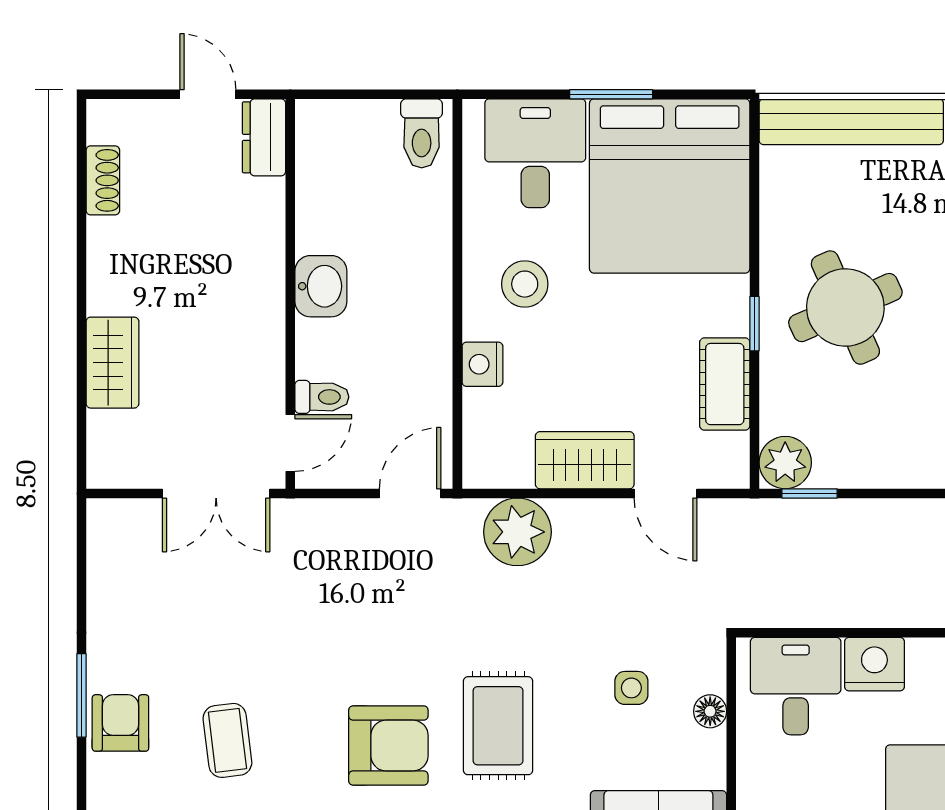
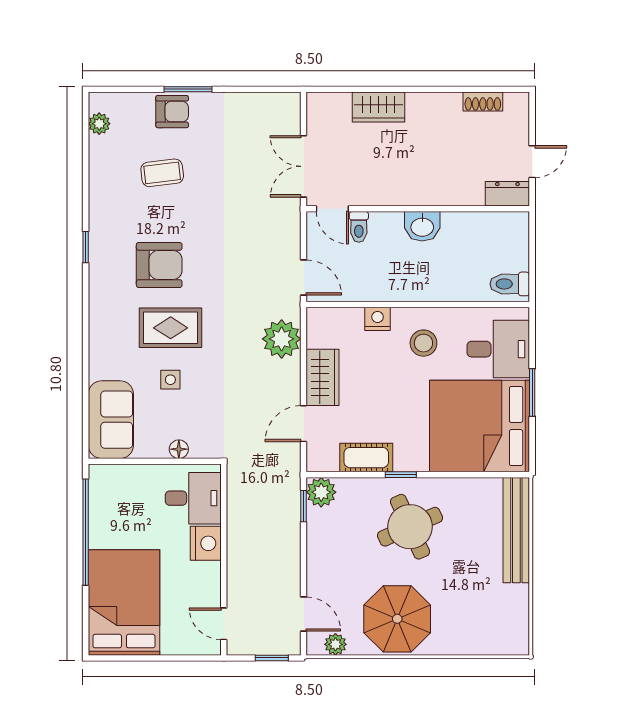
side table: (631, 688) -> (170, 380), moved
armchair: (388, 746) -> (159, 265), turned -90

